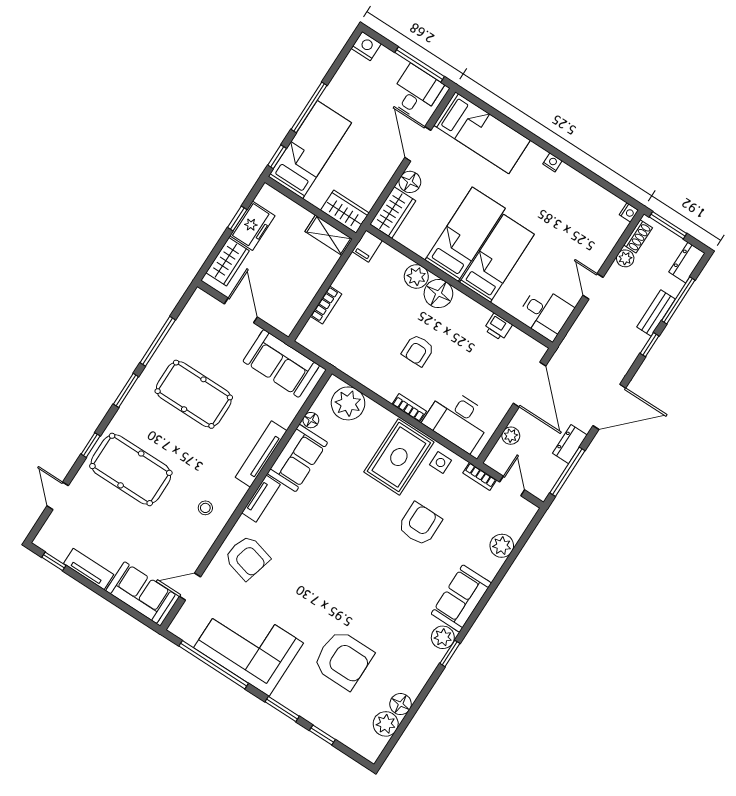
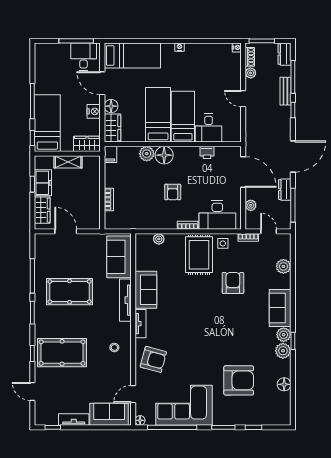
nightstand: (366, 46) -> (94, 111), moved, turned 90
shelving: (329, 235) -> (68, 162), moved
desk: (545, 313) -> (209, 128), moved, turned 90
sofa: (281, 363) -> (119, 257), moved, turned 90
plant: (348, 403) -> (159, 239), width x0.53, depth x0.53
floor lamp: (311, 420) -> (140, 420), moved
plant: (386, 724) -> (283, 351), moved

